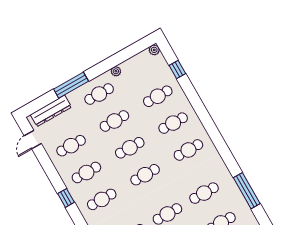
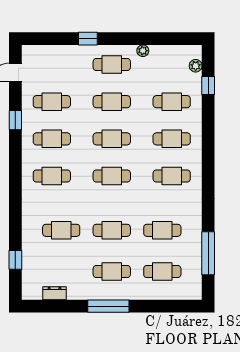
plant: (154, 50) -> (196, 66), moved
window: (71, 85) -> (88, 39), width x0.46
dresser: (51, 111) -> (51, 53), removed
window: (66, 198) -> (15, 120), moved

